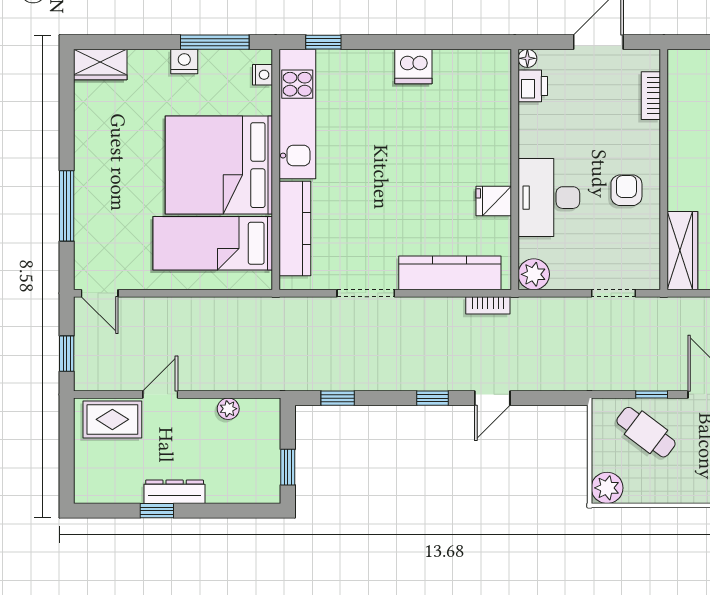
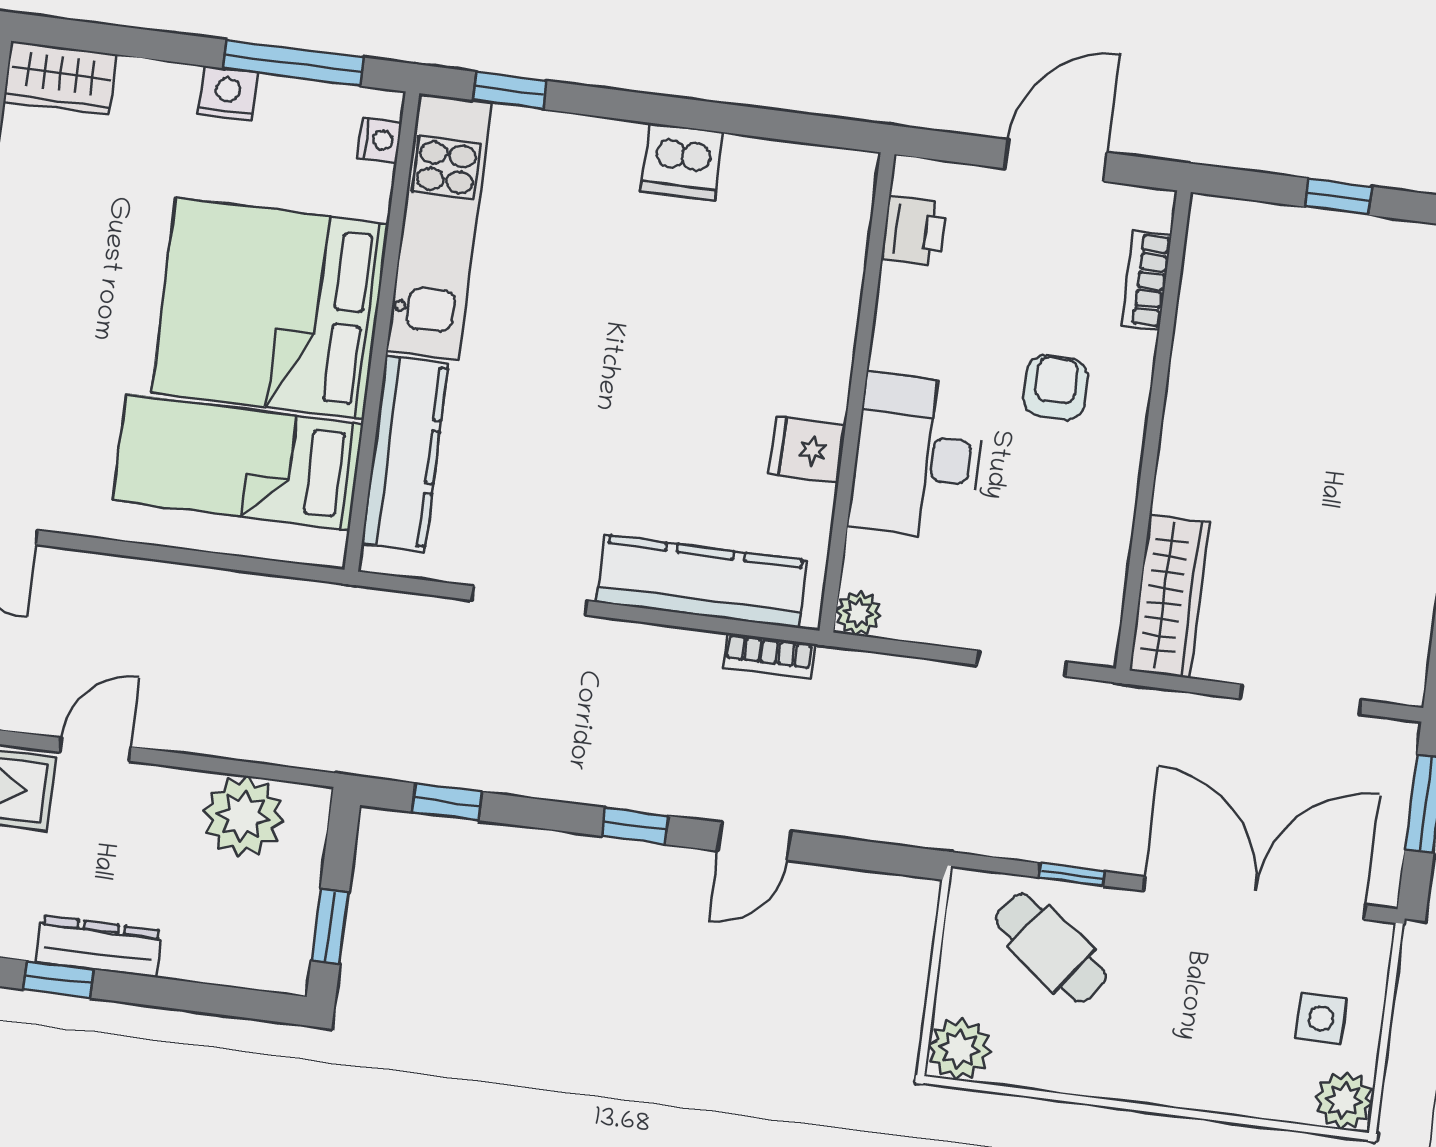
floor lamp: (527, 58) -> (910, 175), removed
armchair: (626, 190) -> (1056, 388), moved
plant: (534, 274) -> (859, 613), width x0.73, depth x0.73
plant: (228, 409) -> (243, 816), width x1.87, depth x1.87

